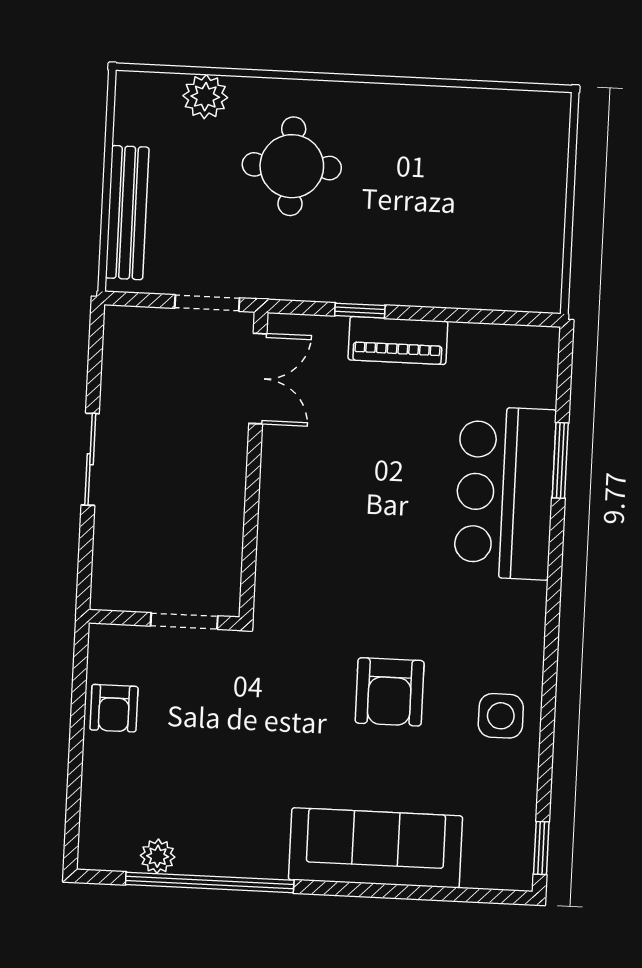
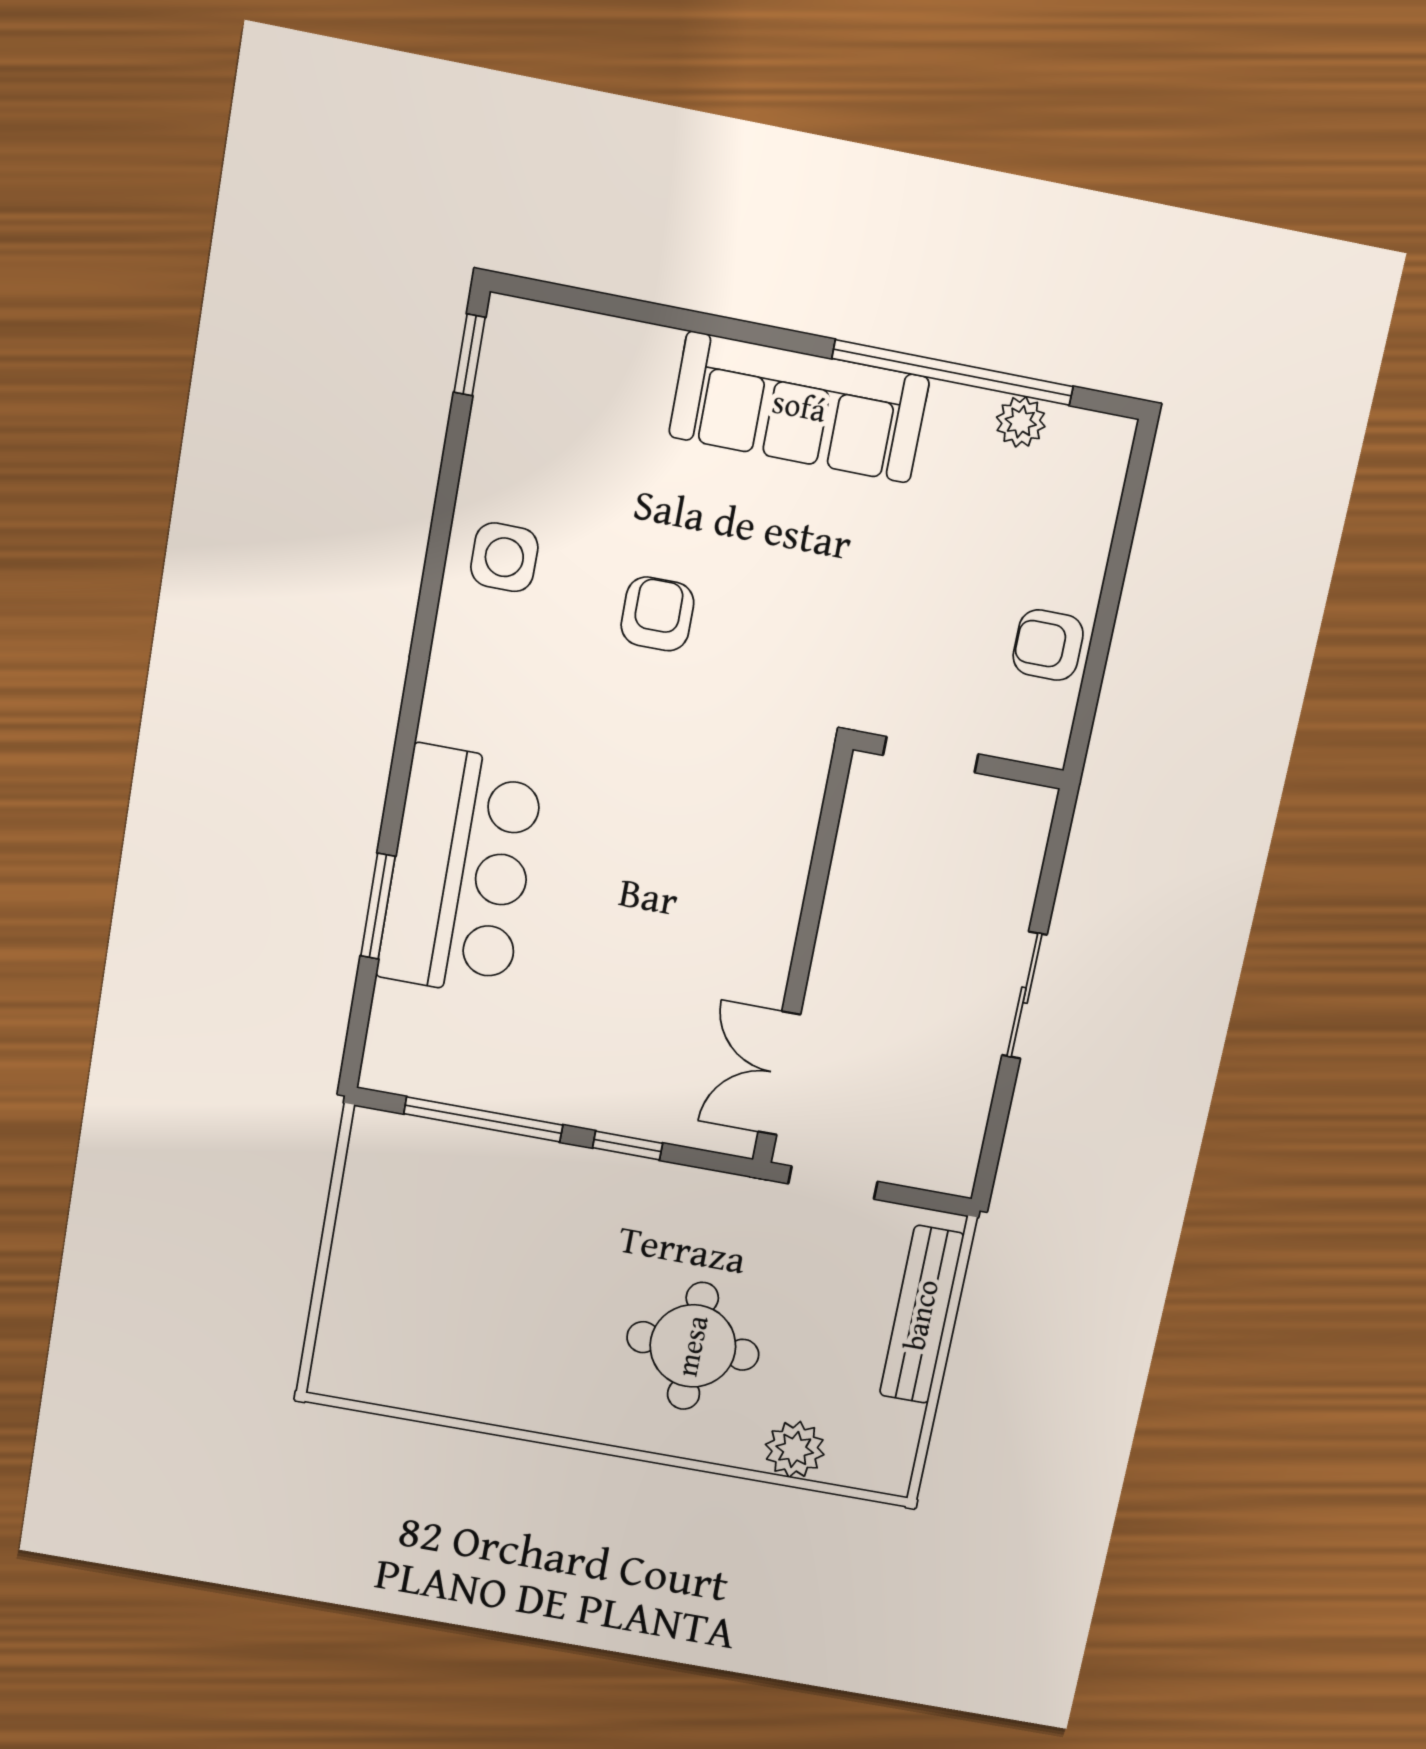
window: (467, 316) -> (483, 1119), added
piano: (398, 341) -> (581, 1099), removed
armchair: (390, 692) -> (657, 614), width x0.72, depth x0.72
armchair: (114, 708) -> (1048, 645), turned -90
sofa: (376, 848) -> (799, 407), moved

